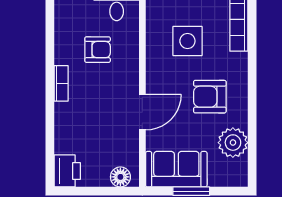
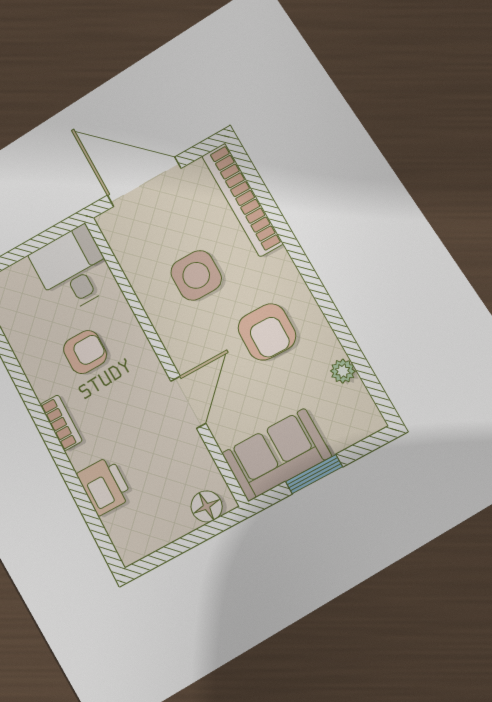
armchair: (210, 97) -> (267, 332), turned -89
plant: (233, 143) -> (343, 371), width x0.53, depth x0.53
printer: (67, 171) -> (104, 486), moved

